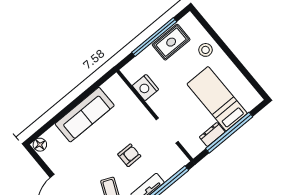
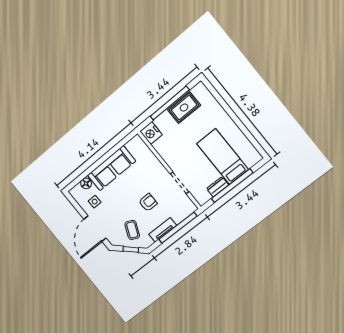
stool: (206, 50) -> (214, 114), removed
nightstand: (145, 88) -> (151, 133), moved
floor lamp: (40, 145) -> (86, 183), moved
side table: (64, 156) -> (95, 202), added

